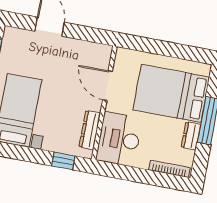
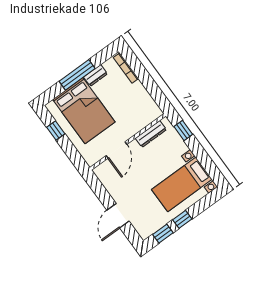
window: (180, 51) -> (56, 130), added
desk: (119, 139) -> (139, 113), removed

